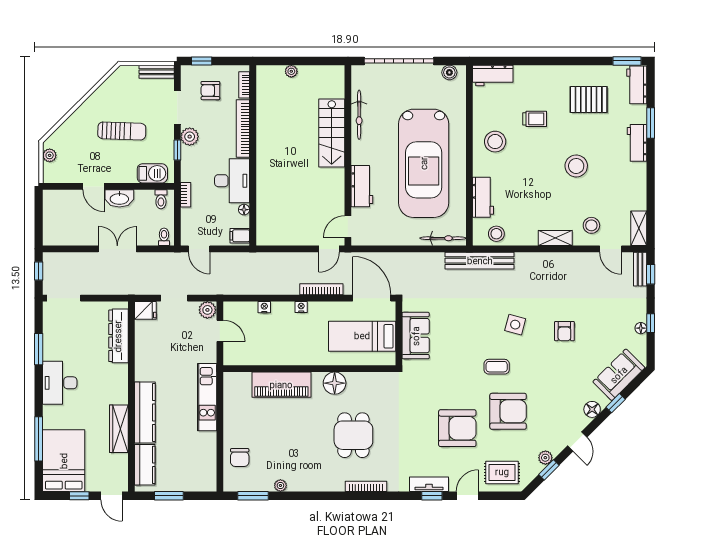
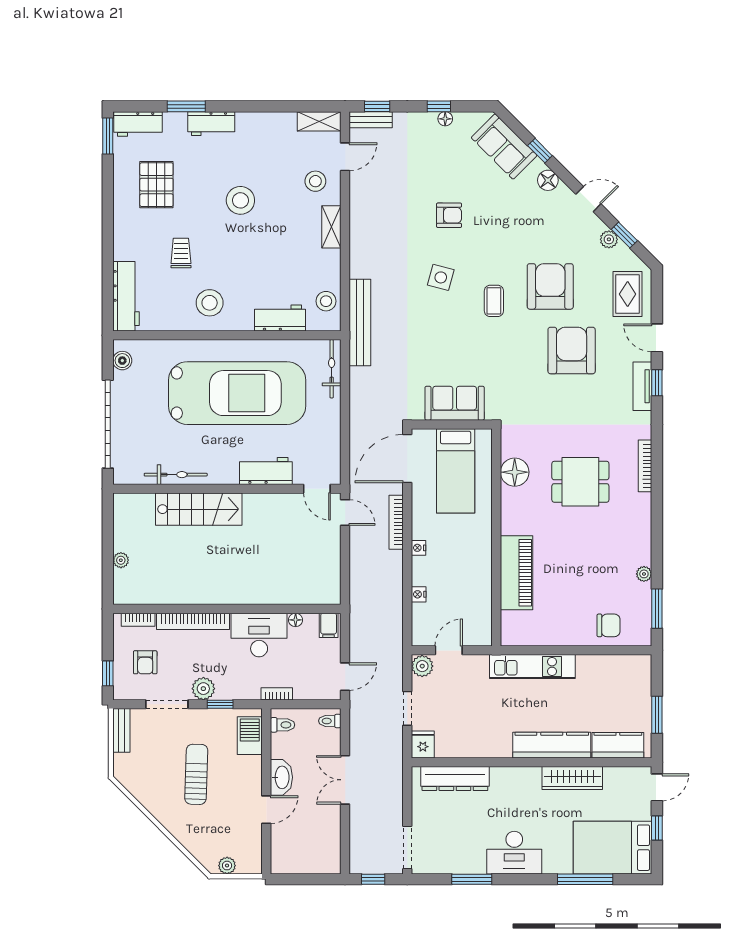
workbench: (493, 75) -> (126, 296), width x1.38
floor lamp: (335, 383) -> (515, 472), moved

